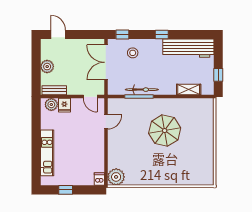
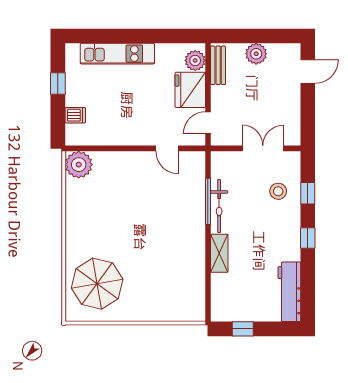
window: (122, 35) -> (308, 193), moved
workbench: (188, 48) -> (289, 292), width x0.73, depth x0.76
double door: (106, 62) -> (263, 148), width x0.73
shelving: (189, 90) -> (219, 253), moved
fridge: (64, 105) -> (190, 90), width x1.88, depth x1.34
parasol: (165, 131) -> (97, 284), moved
dishwasher: (99, 179) -> (75, 115), moved

